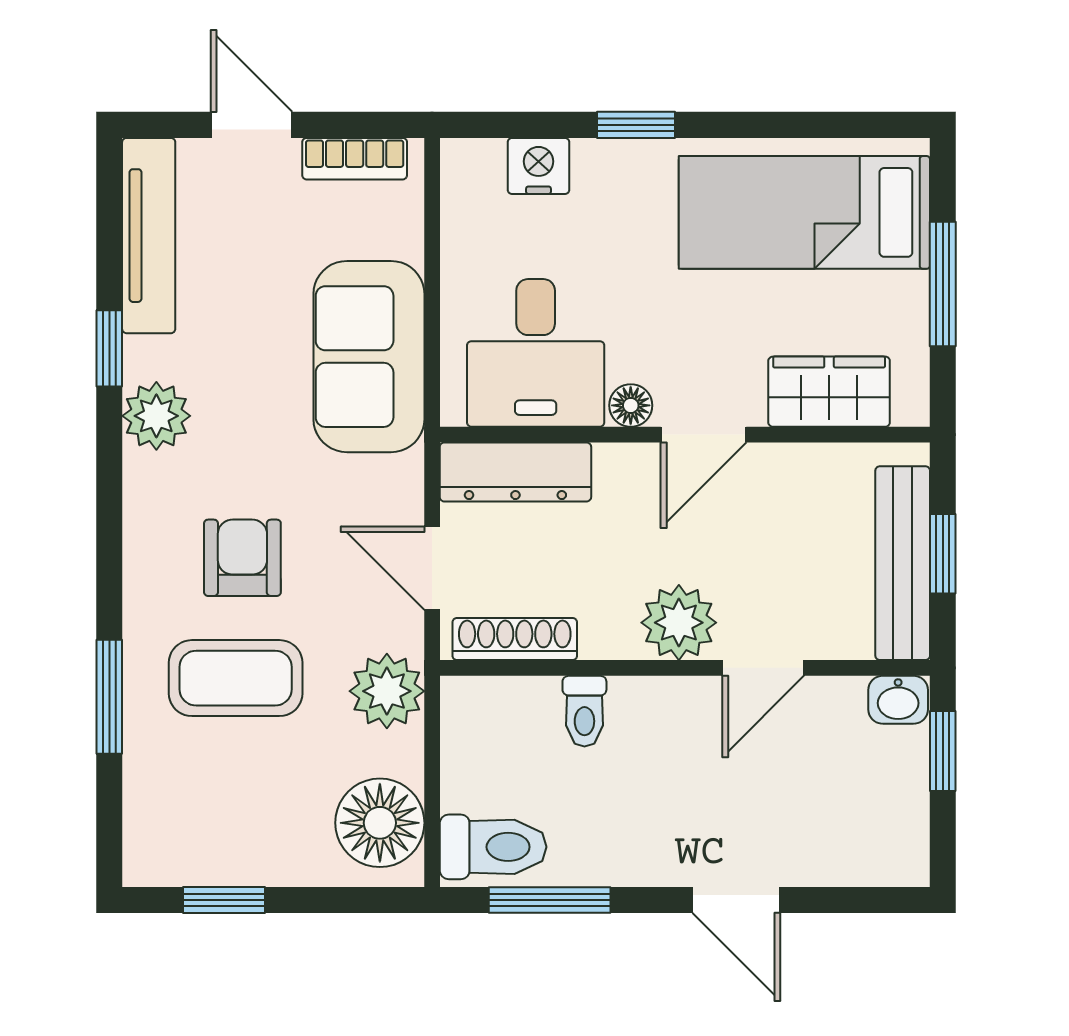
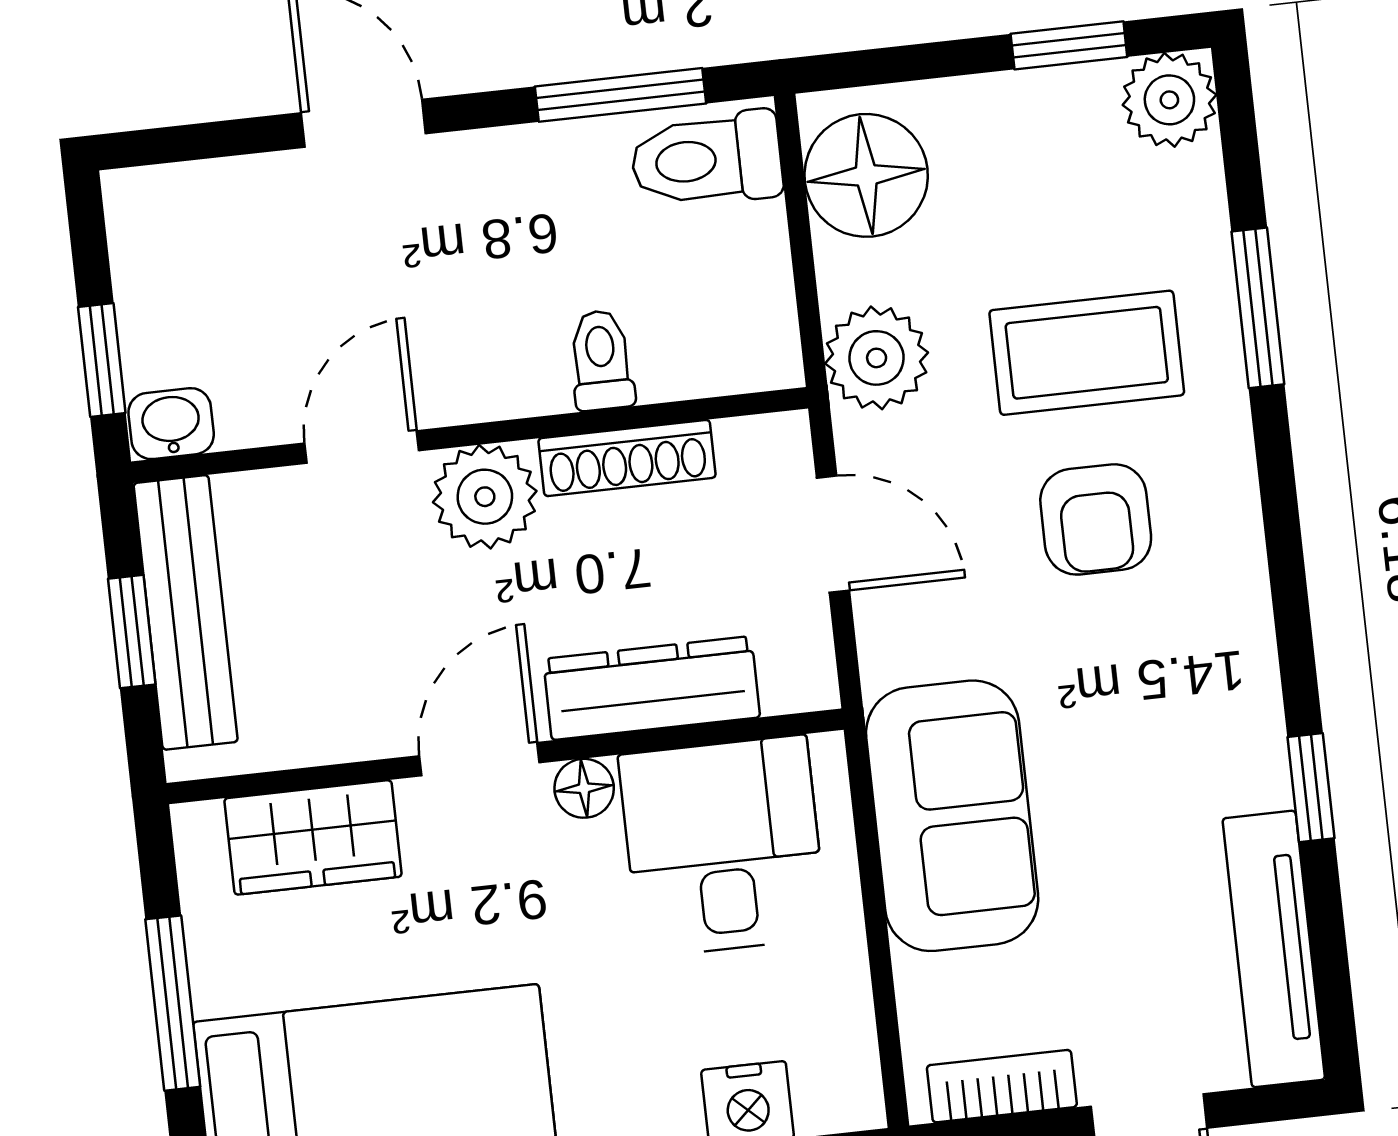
plant: (156, 416) -> (1169, 100), moved
dresser: (515, 472) -> (652, 688), moved
shoe rack: (515, 639) -> (627, 458), moved

